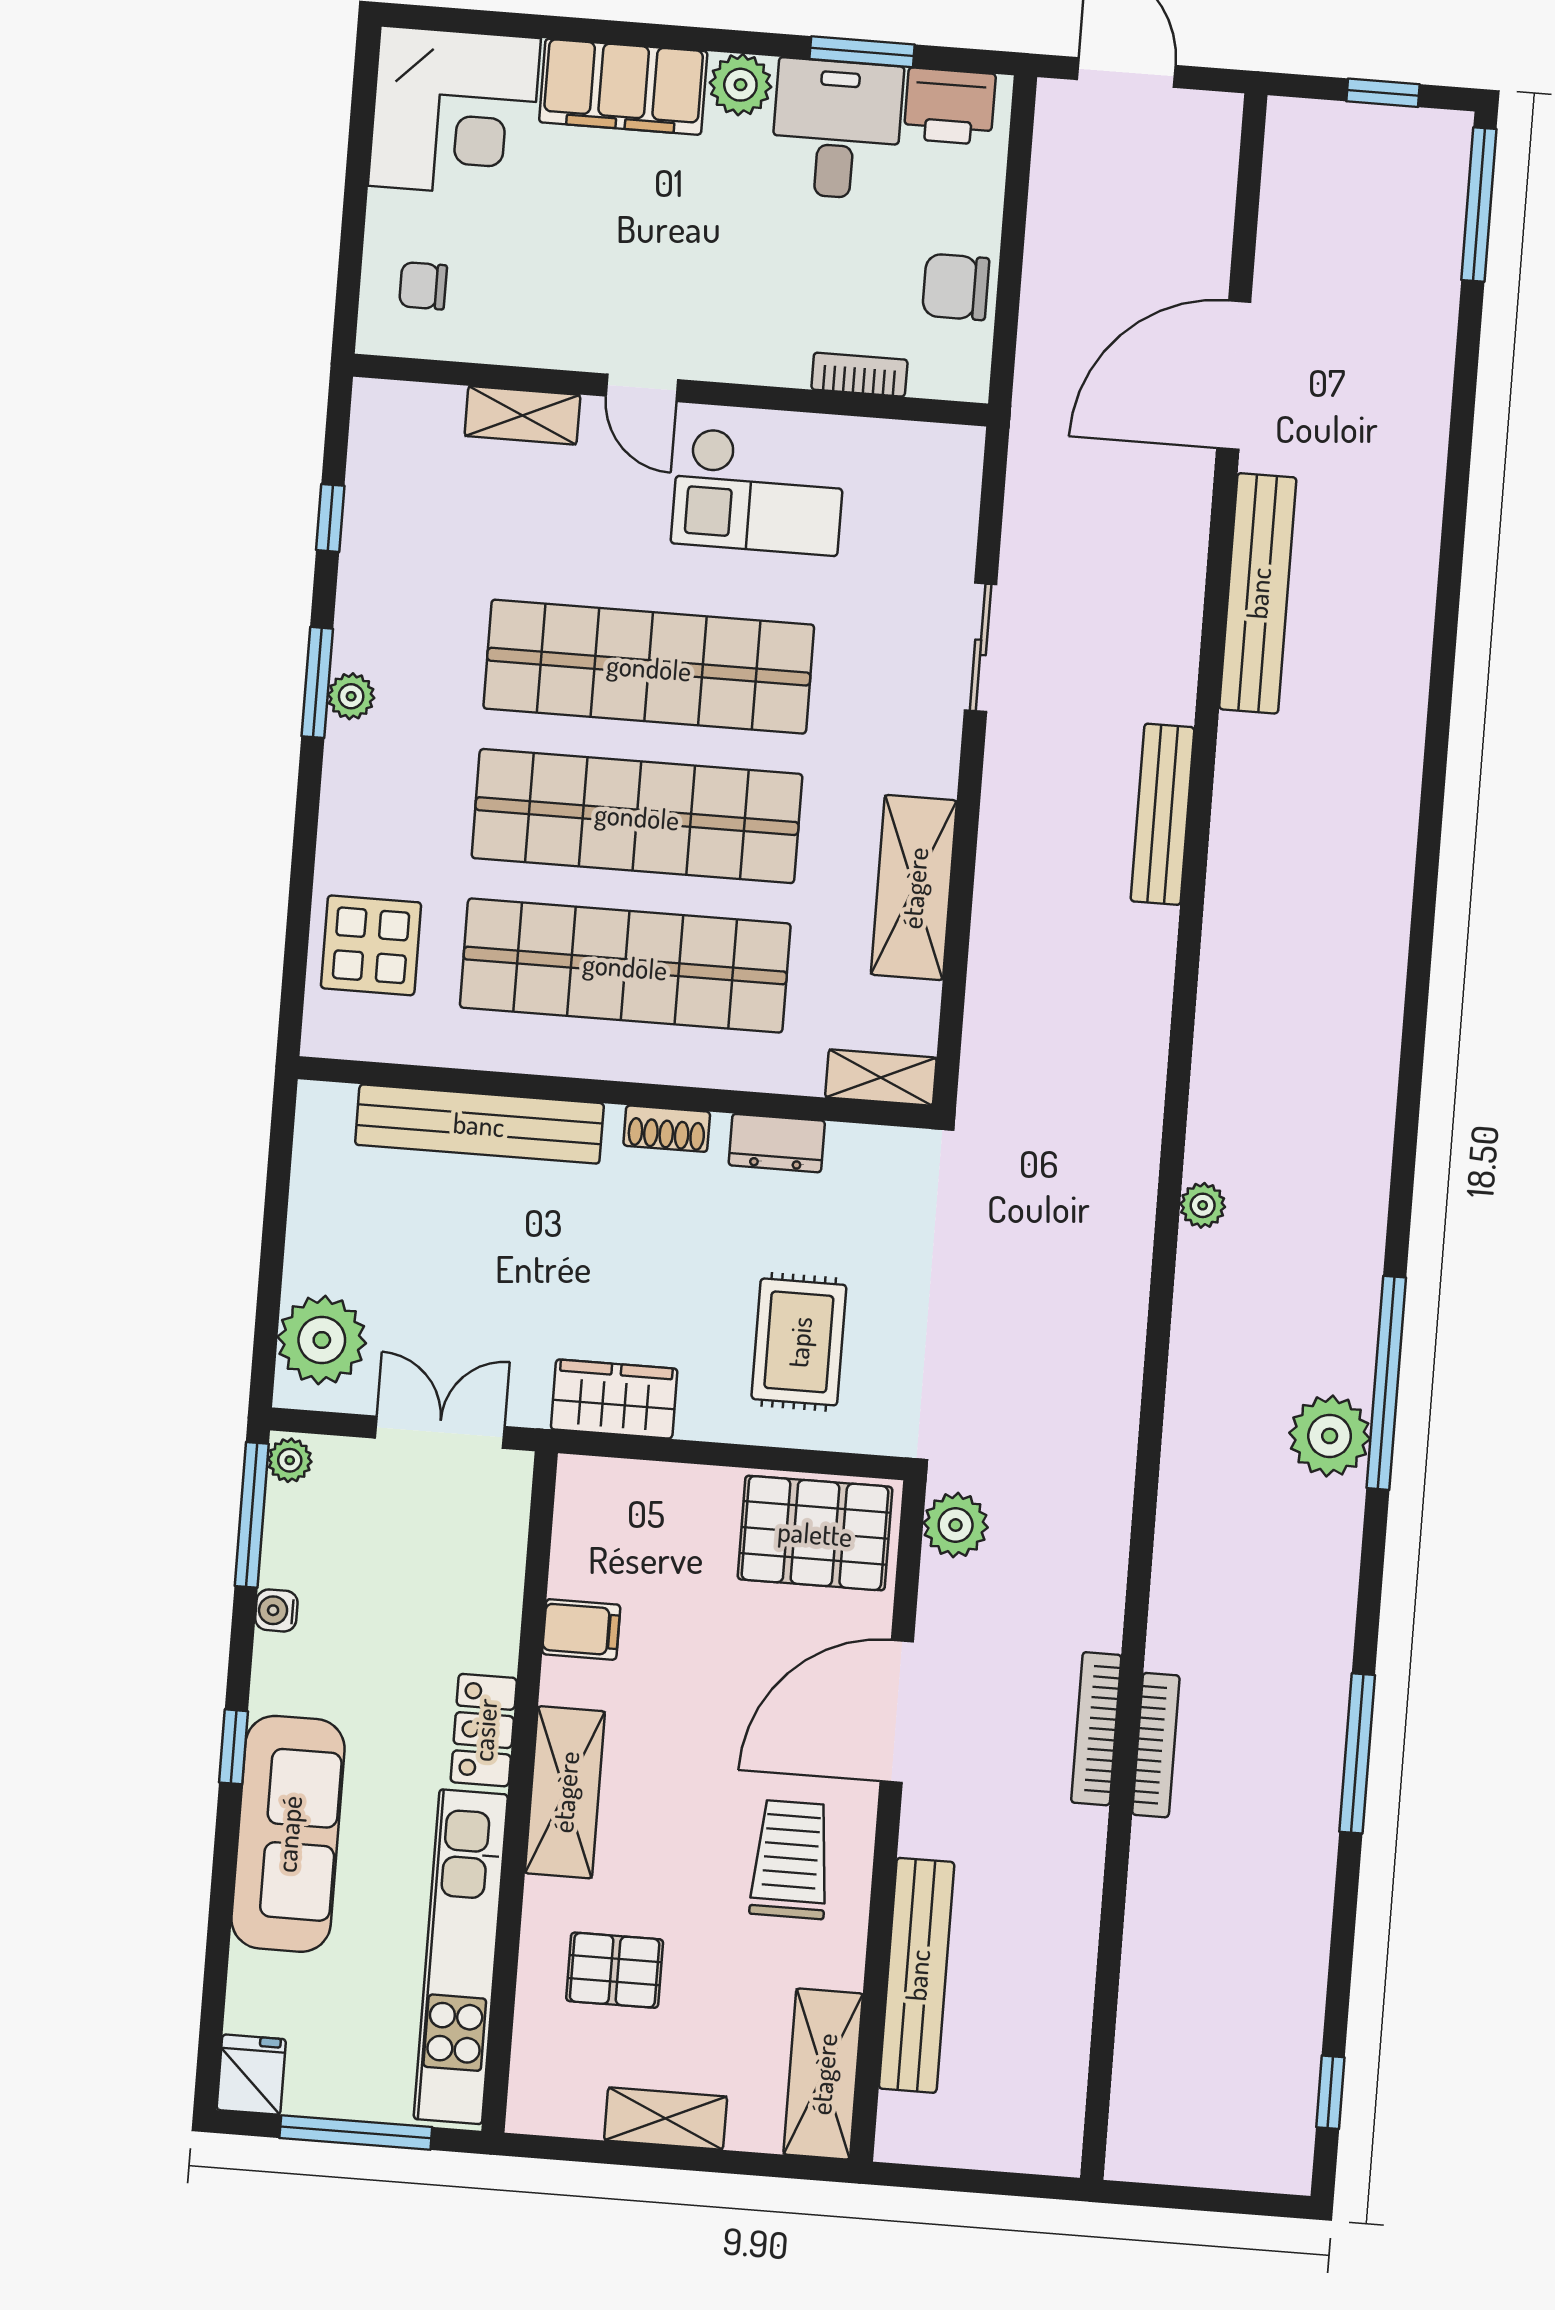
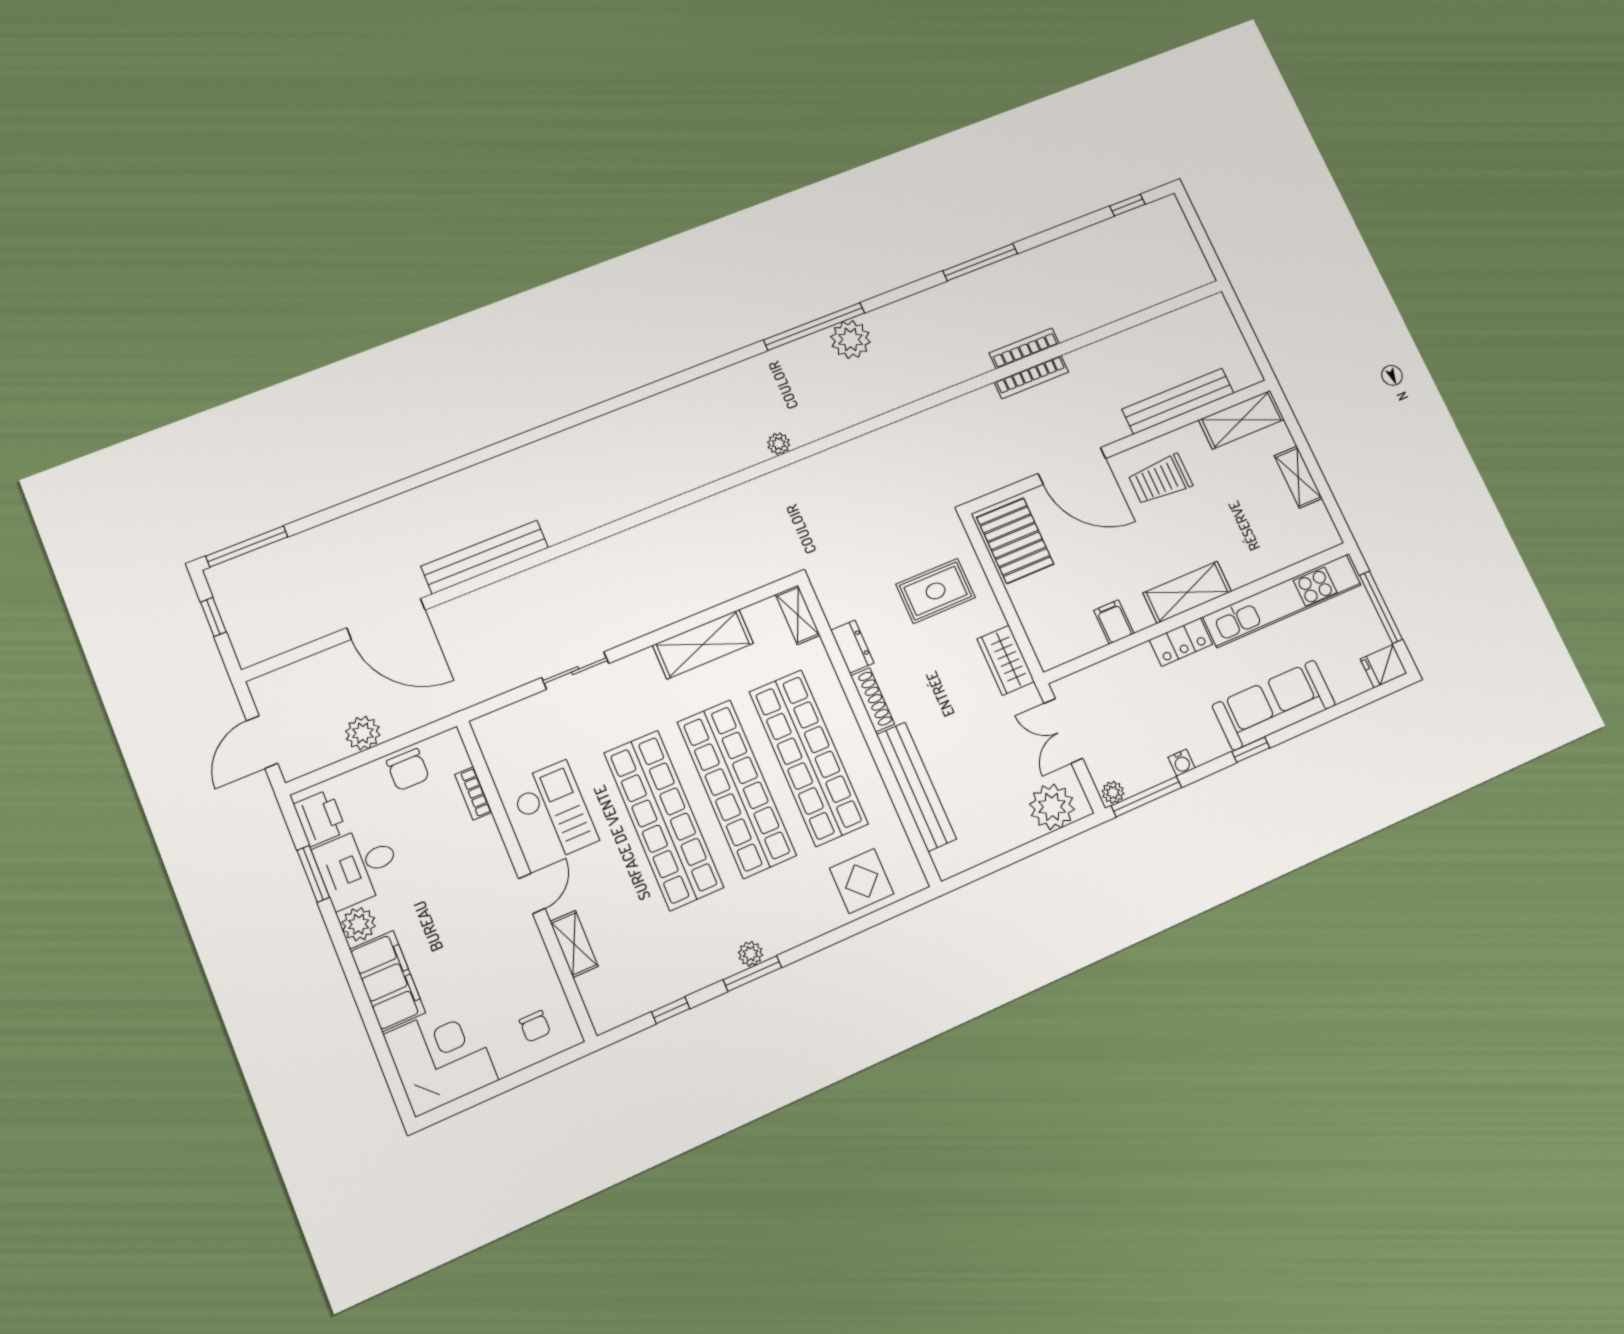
bench: (1163, 814) -> (610, 549), removed
shoe rack: (667, 1129) -> (873, 700), width x1.43
plant: (956, 1525) -> (363, 733), moved
pallet: (615, 1970) -> (1250, 531), removed

